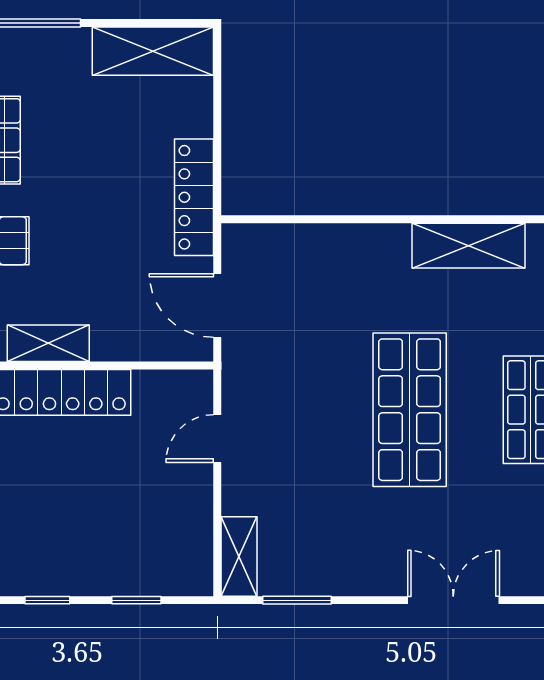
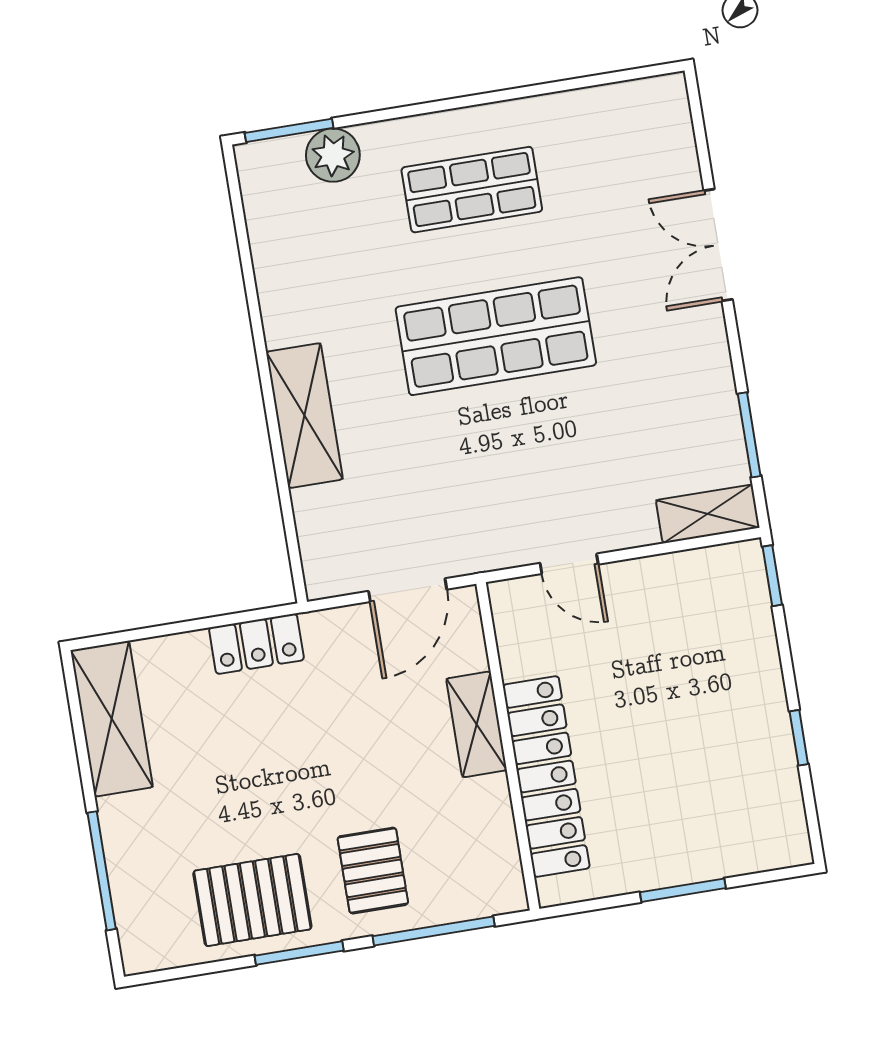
locker: (194, 197) -> (256, 644), width x0.66
shelving: (468, 246) -> (304, 416), moved
shelving: (48, 343) -> (477, 724), moved
window: (136, 600) -> (772, 576), moved

